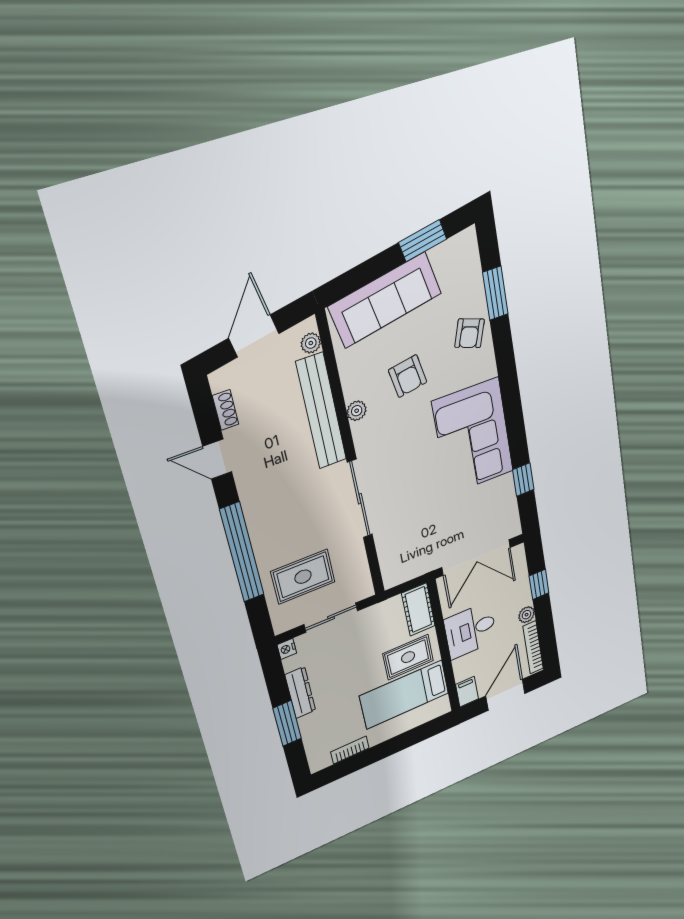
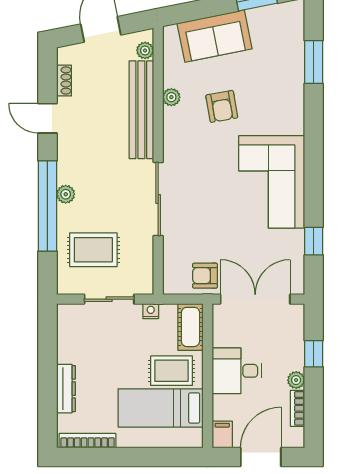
sofa: (385, 300) -> (215, 36), width x0.73
armchair: (470, 333) -> (205, 276), moved, turned 71
plant: (357, 411) -> (171, 97), moved
plant: (259, 532) -> (66, 194), added
double door: (476, 557) -> (255, 299), swing flipped
bookcase: (533, 647) -> (298, 408), width x0.64
nightstand: (287, 649) -> (151, 311), moved, turned 90
dresser: (300, 693) -> (66, 389), moved
window: (287, 723) -> (47, 385), removed
bookcase: (350, 750) -> (88, 441), width x1.56

